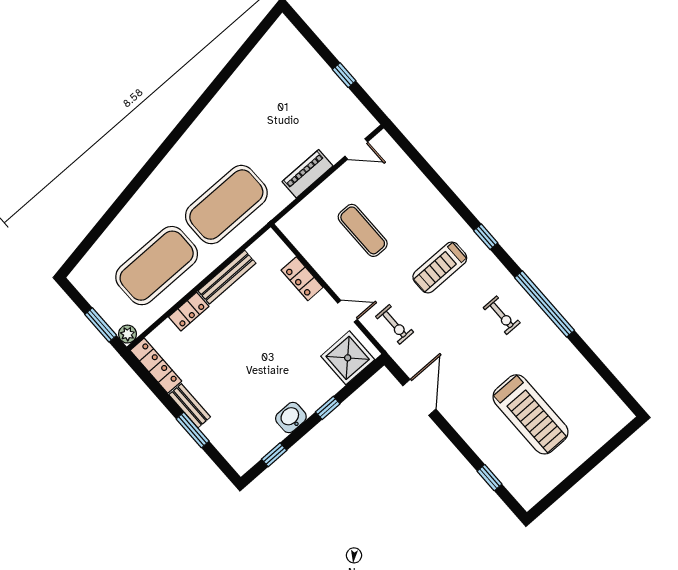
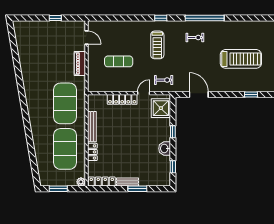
door: (356, 149) -> (86, 37), hinge flipped
locker: (302, 279) -> (122, 99), width x1.53
window: (101, 325) -> (58, 189), moved

